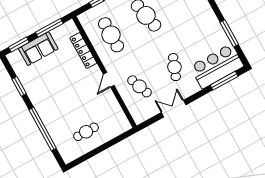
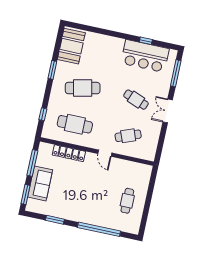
window: (229, 33) -> (146, 41), width x0.46
bar counter: (217, 66) -> (145, 56), moved, turned -90
double door: (174, 109) -> (168, 111), moved

